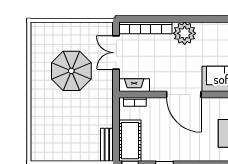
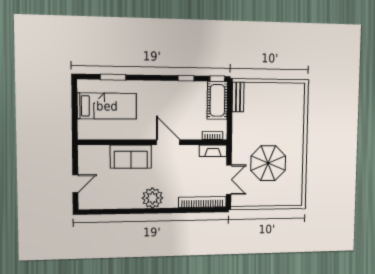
plant: (185, 33) -> (152, 198), moved
door: (184, 94) -> (168, 142), width x0.73

